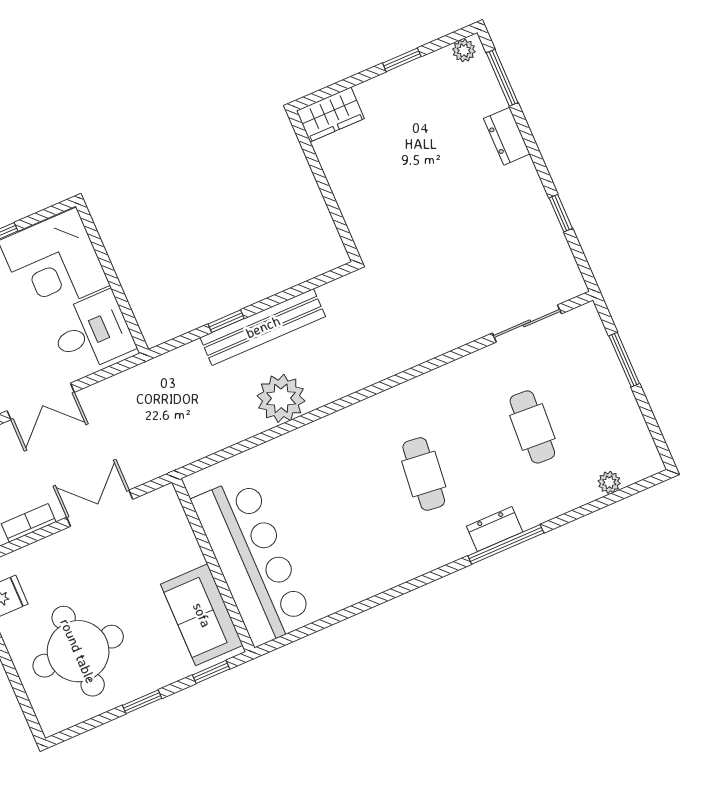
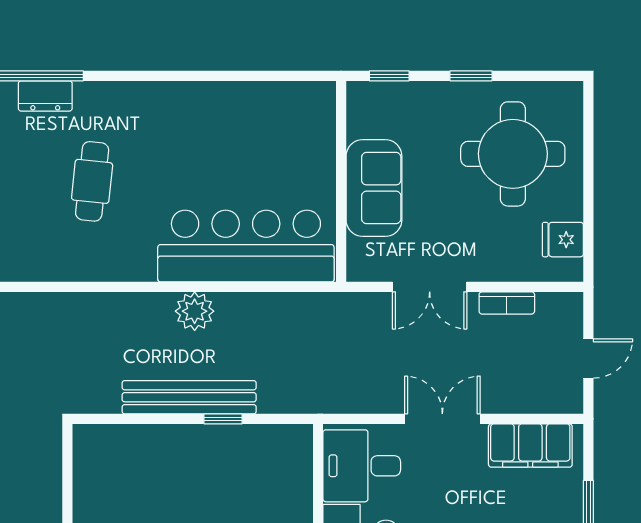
plant: (281, 398) -> (195, 311), width x0.73, depth x0.73
bar counter: (252, 561) -> (246, 246), moved, turned 90
sofa: (202, 615) -> (374, 188), moved

